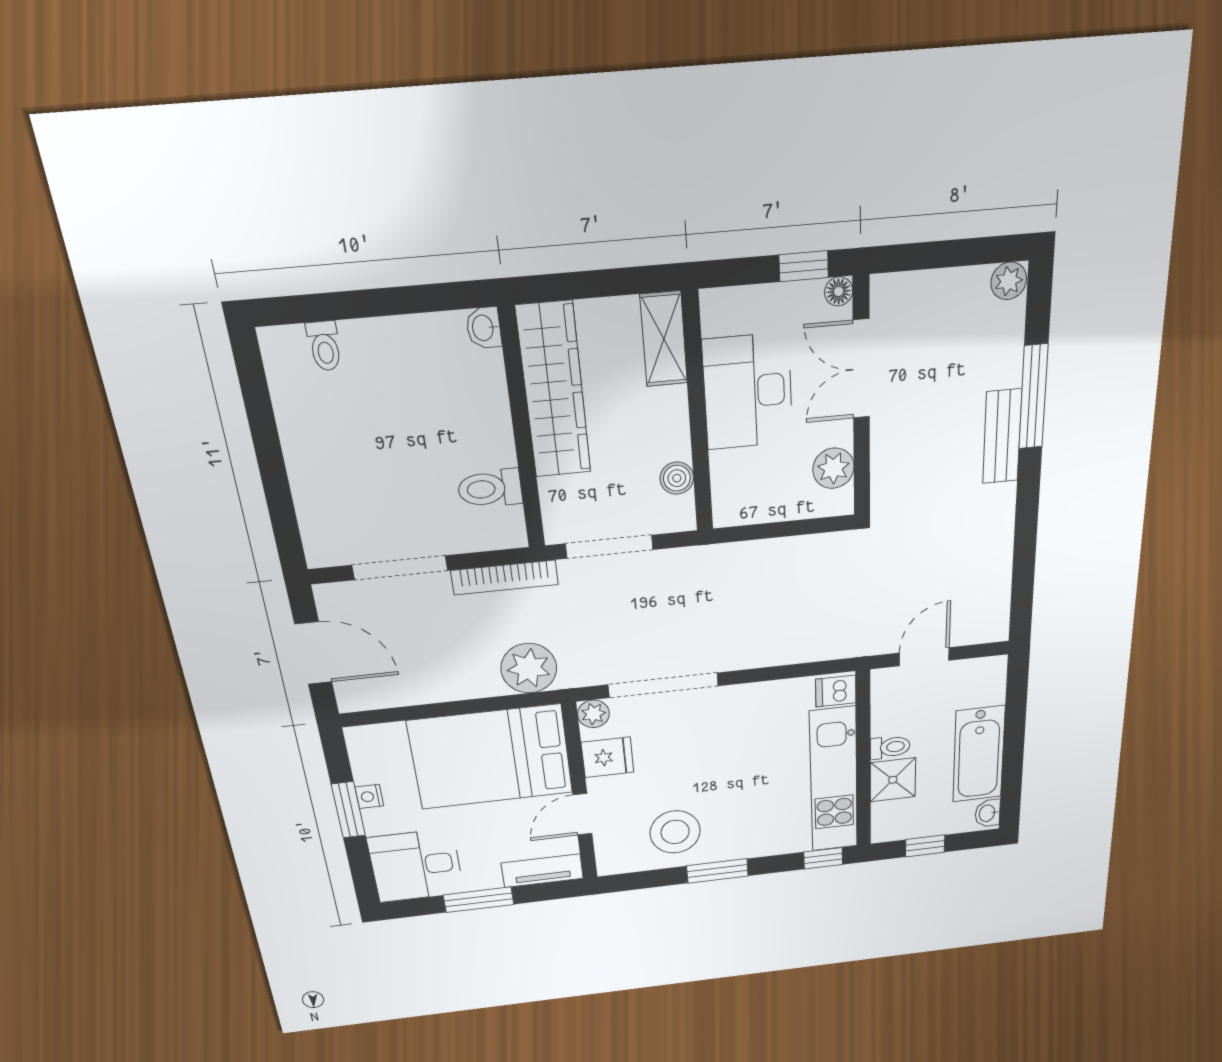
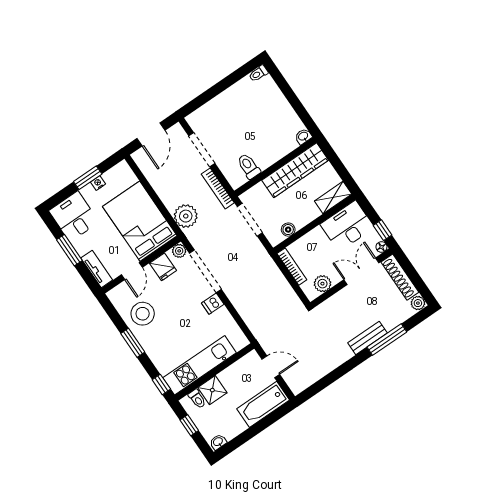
shoe rack: (929, 288) -> (400, 277), added
toilet: (324, 346) -> (258, 73), moved
desk: (748, 392) -> (347, 226), moved
bookcase: (759, 512) -> (292, 267), added
dishwasher: (836, 691) -> (213, 304), moved, turned -90
toilet: (890, 747) -> (197, 399), moved
bathtub: (979, 754) -> (263, 404), moved
door: (582, 814) -> (132, 271), swing flipped

